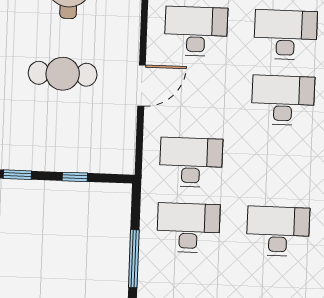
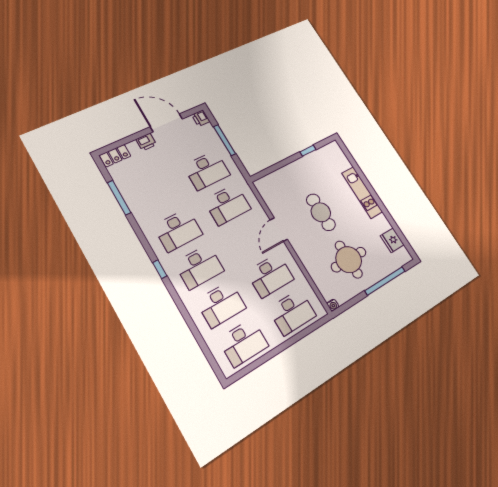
cafe table: (63, 74) -> (321, 212), turned 90
window: (75, 177) -> (280, 165), removed
desk: (278, 231) -> (178, 230), moved

